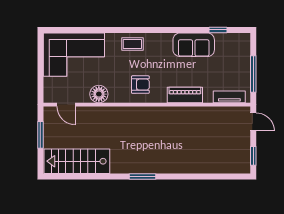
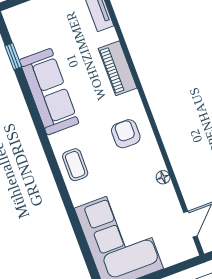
sofa: (194, 45) -> (49, 92), width x1.36
floor lamp: (99, 94) -> (163, 177), width x0.53, depth x0.53

